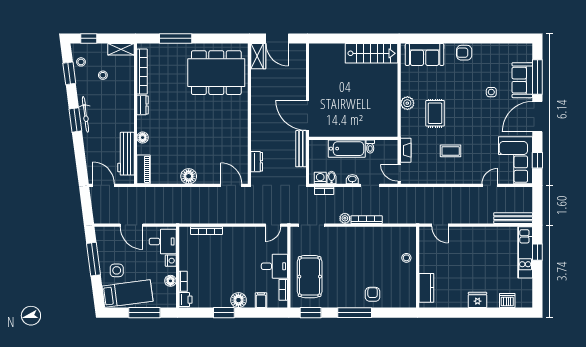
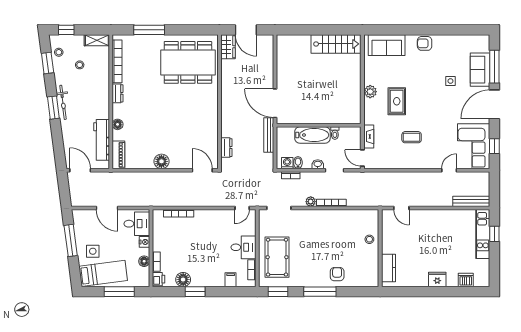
floor lamp: (238, 300) -> (183, 280), moved

